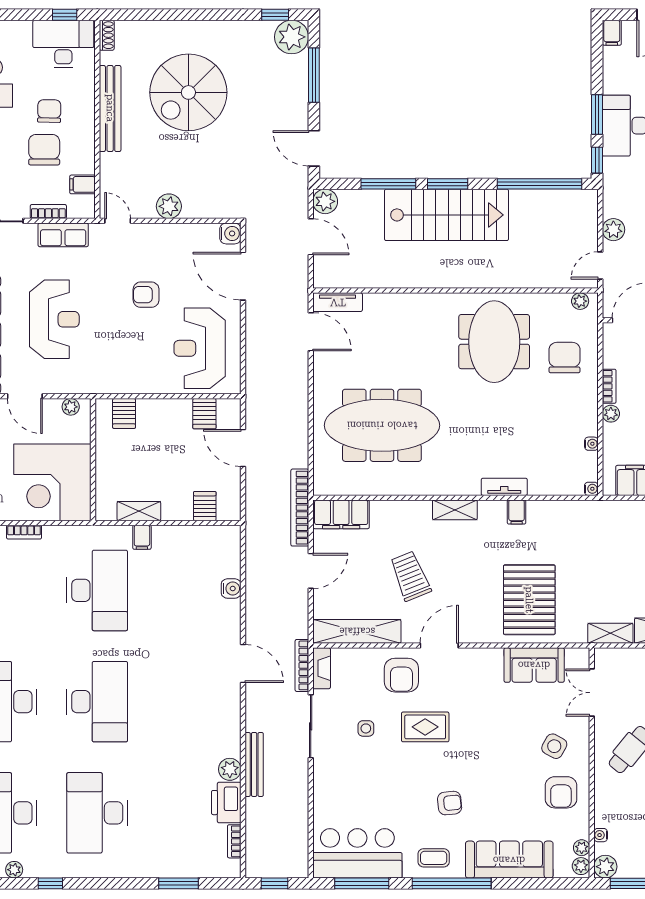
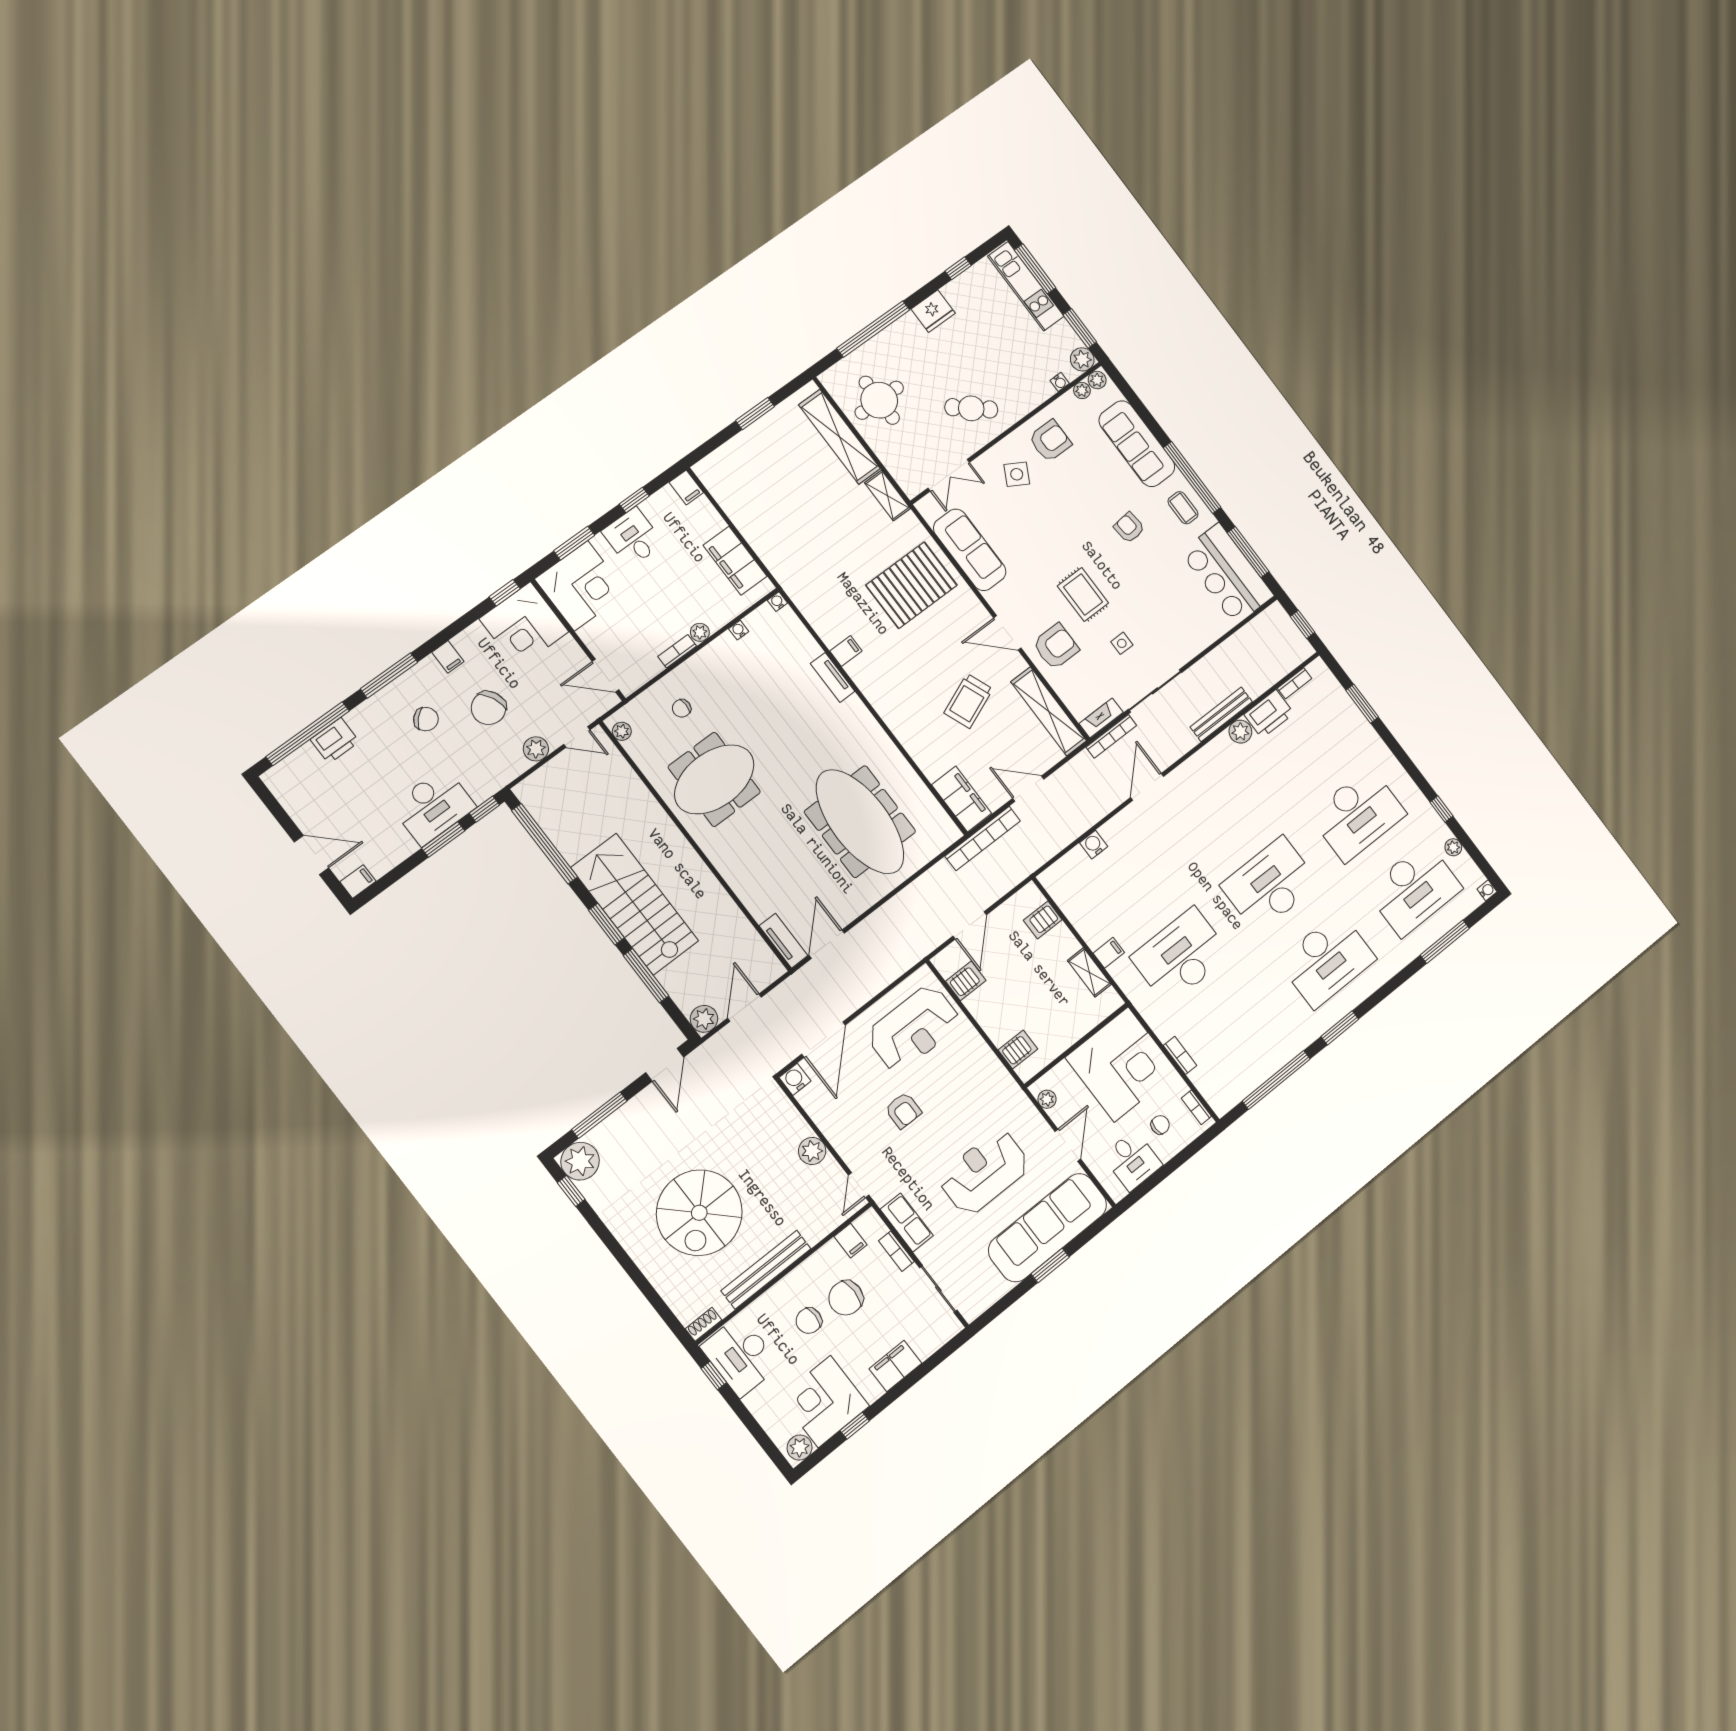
spiral stairs: (188, 92) -> (699, 1213), turned 90
chair: (565, 358) -> (682, 708), width x0.54, depth x0.54
shelving: (455, 510) -> (884, 705), removed
sofa: (534, 665) -> (970, 550), width x1.36

